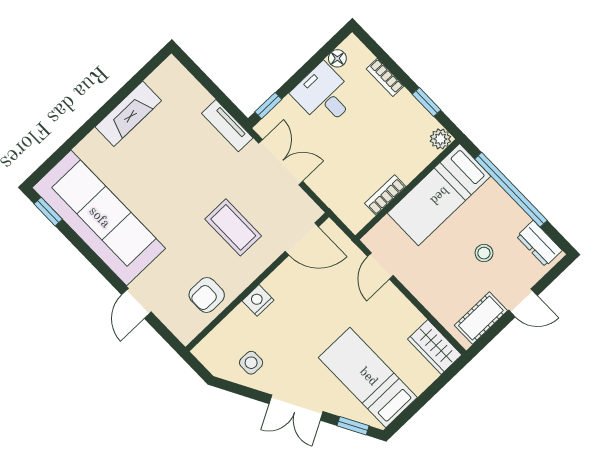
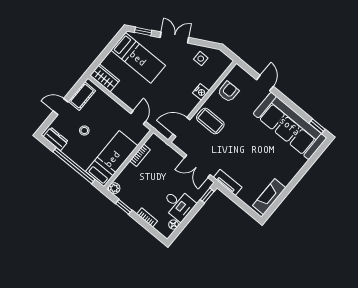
fireplace: (128, 114) -> (269, 197), moved
coffee table: (233, 227) -> (210, 121), moved

